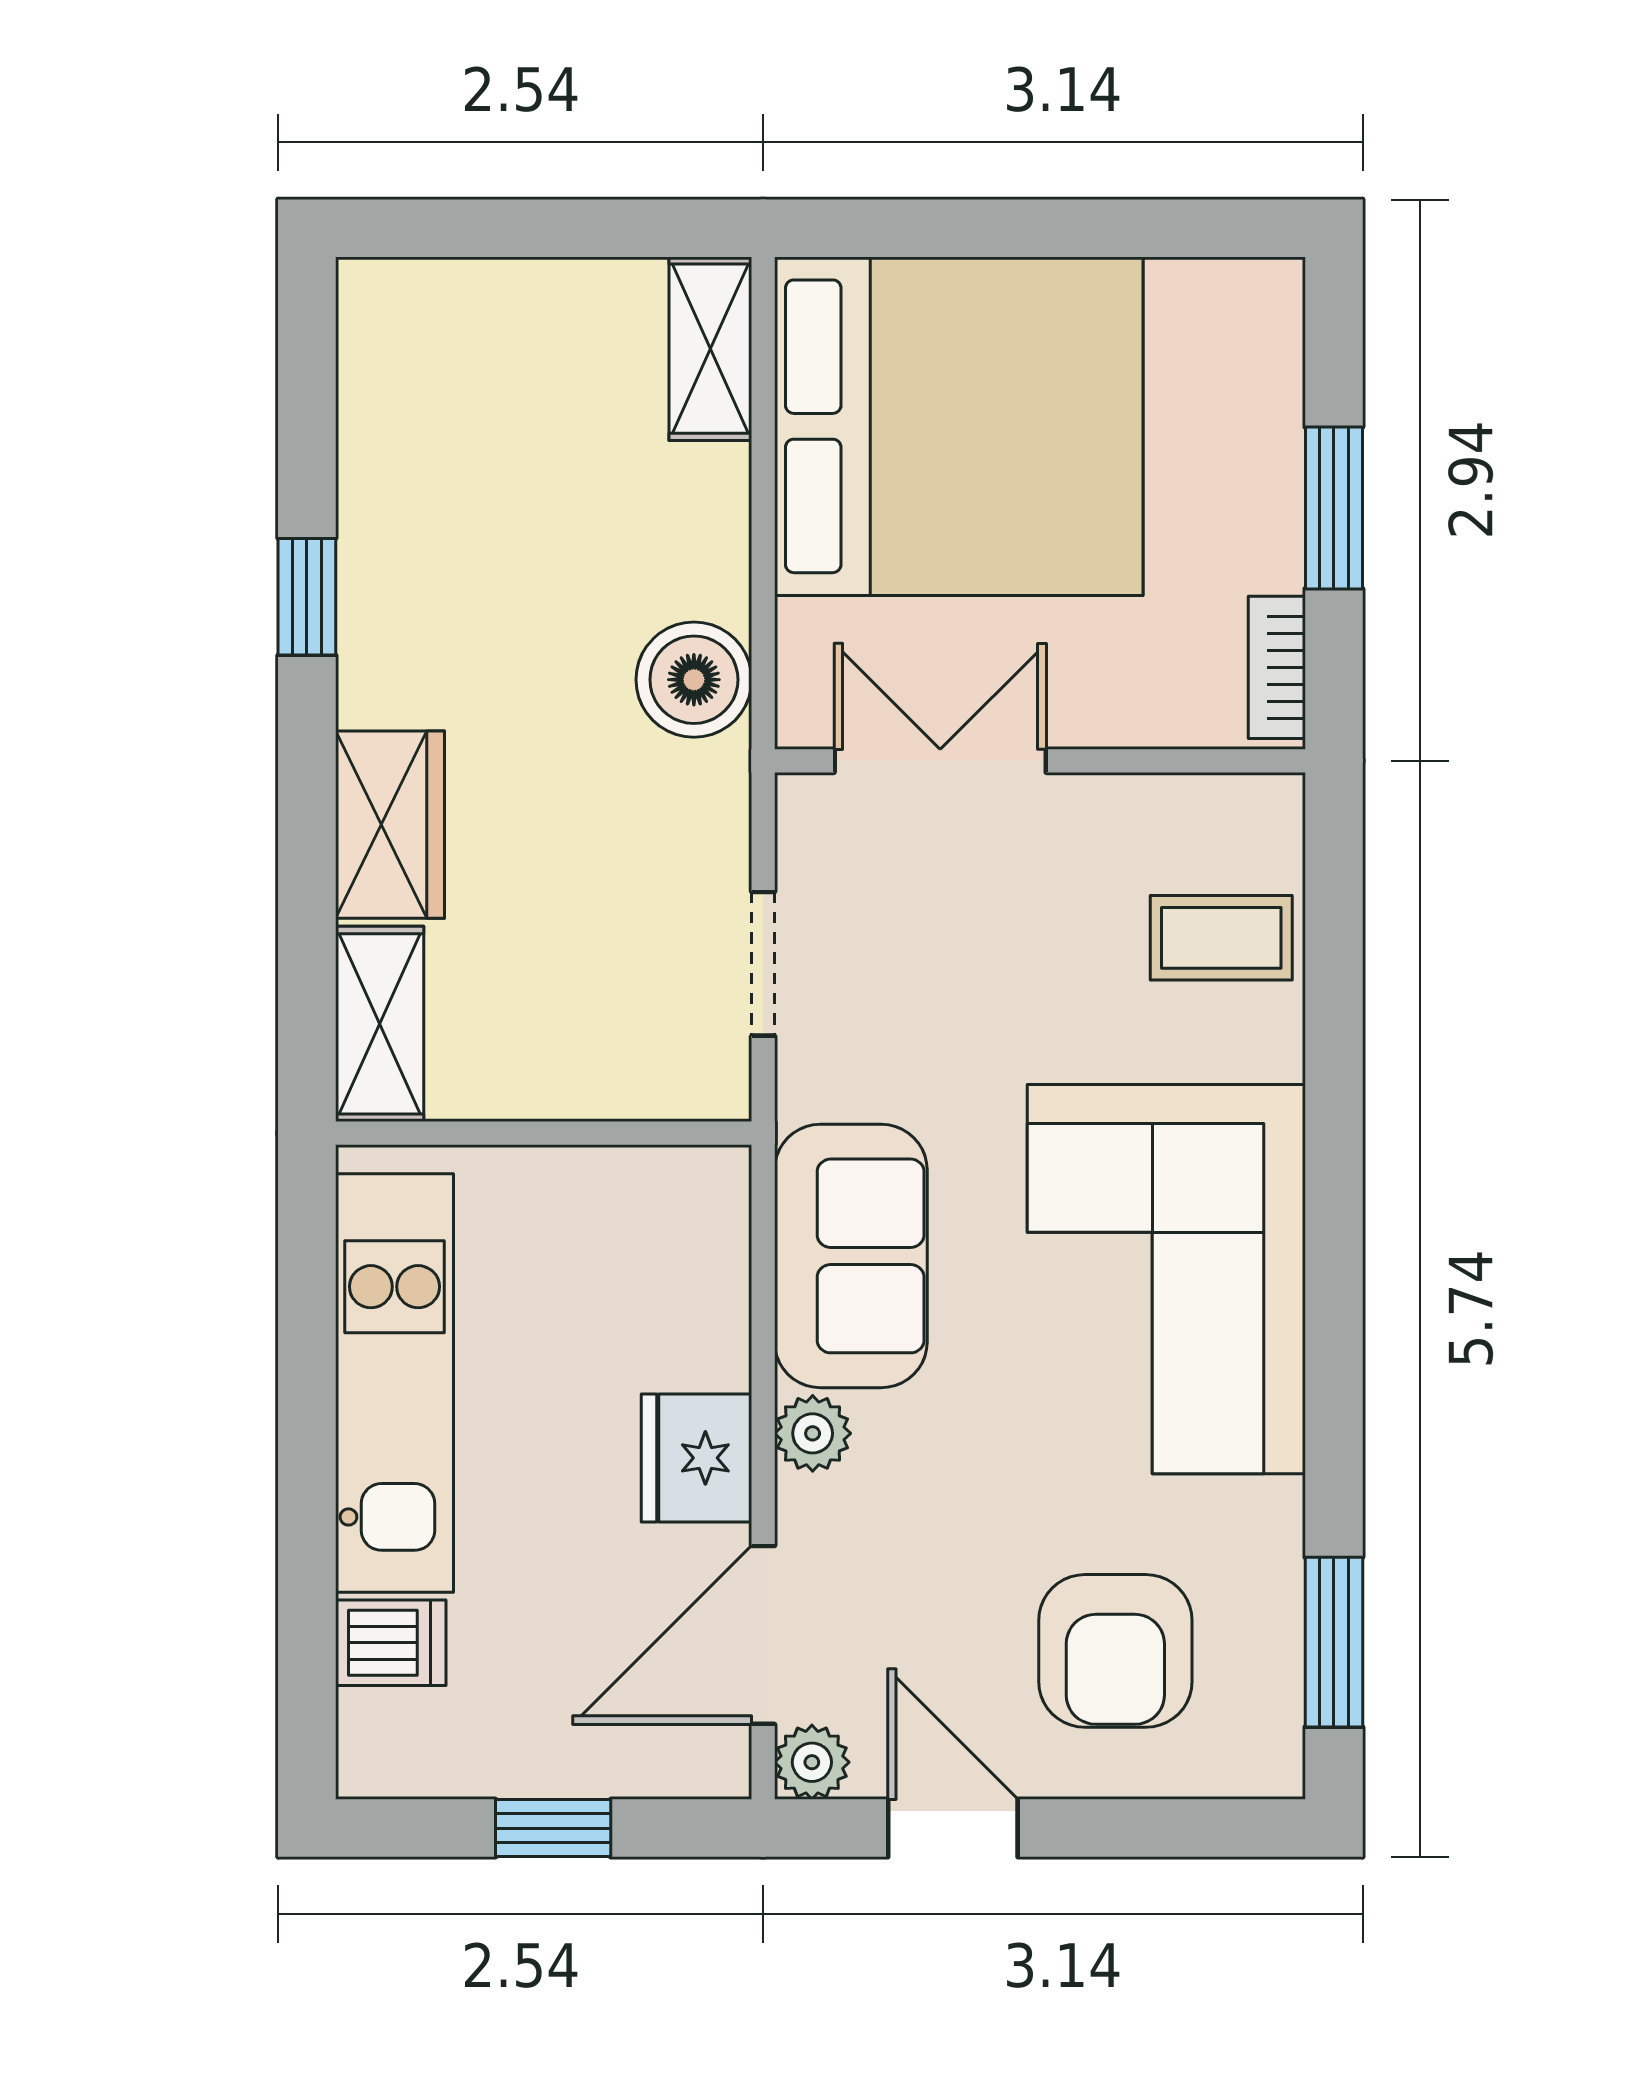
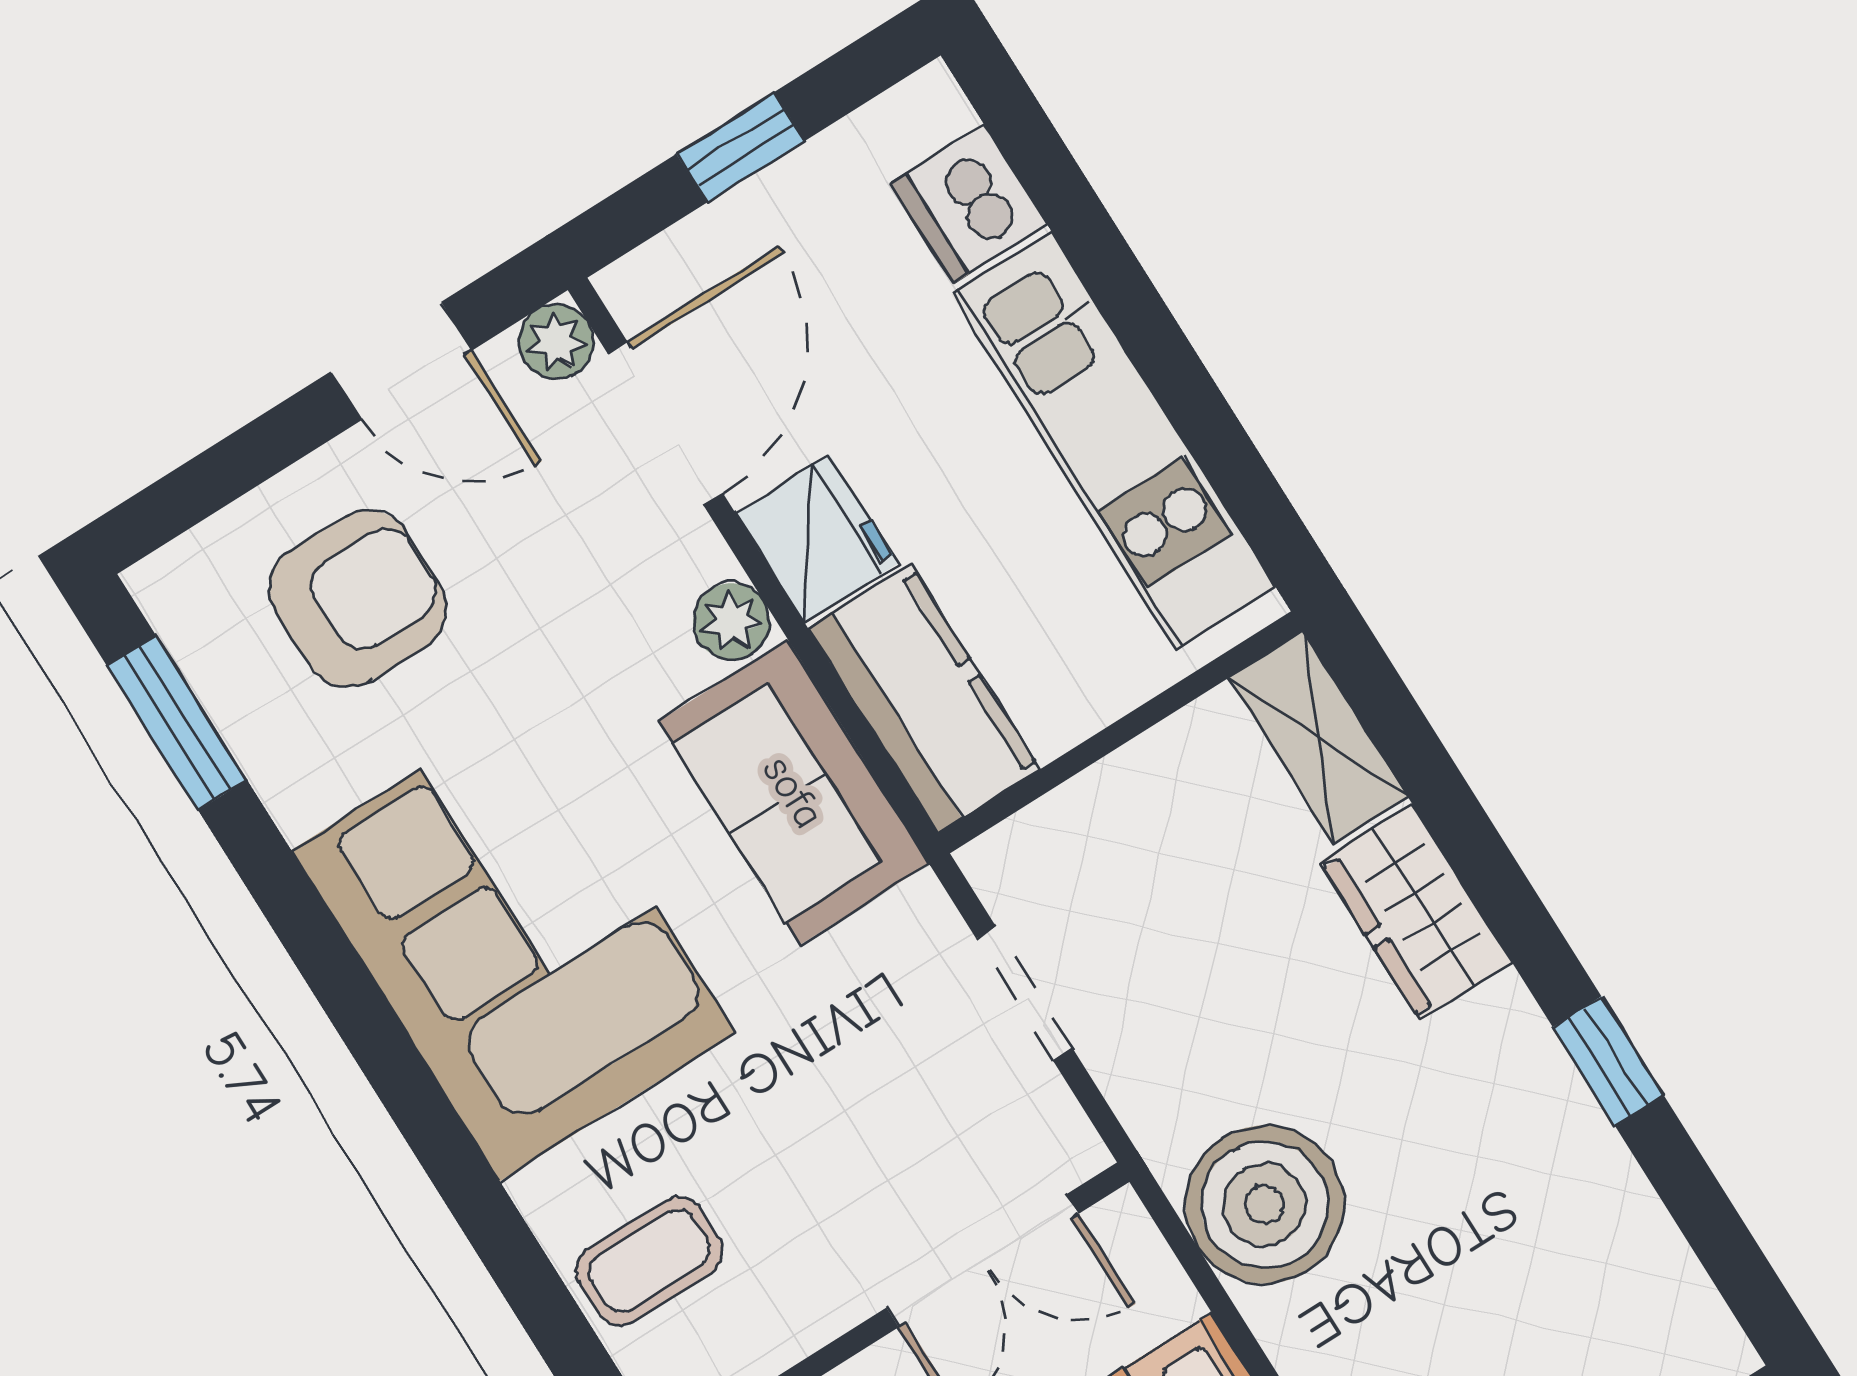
boiler: (694, 680) -> (1265, 1205), width x1.37, depth x1.37
kitchen counter: (691, 1265) -> (924, 699), added
dishwasher: (391, 1643) -> (969, 204), width x1.38
armchair: (1115, 1651) -> (358, 598), turned 90

